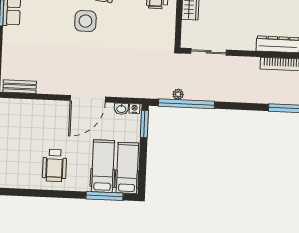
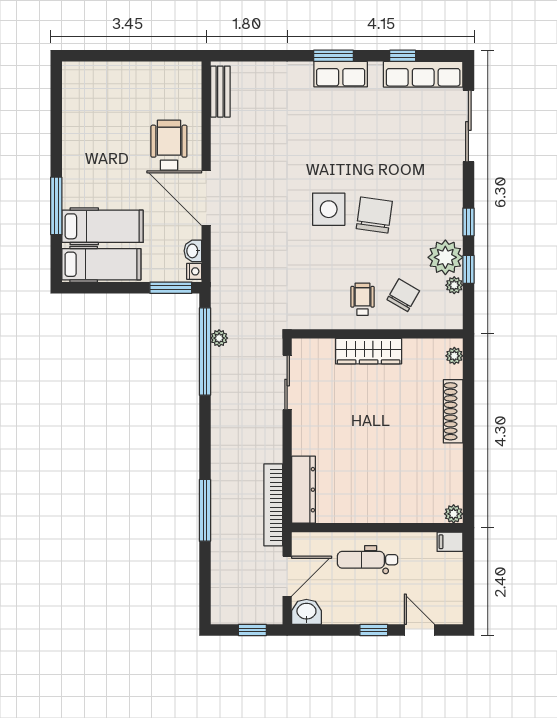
side table: (85, 21) -> (329, 209), moved
wheelchair: (55, 165) -> (169, 145), moved, turned 90
window: (104, 196) -> (56, 206), moved

